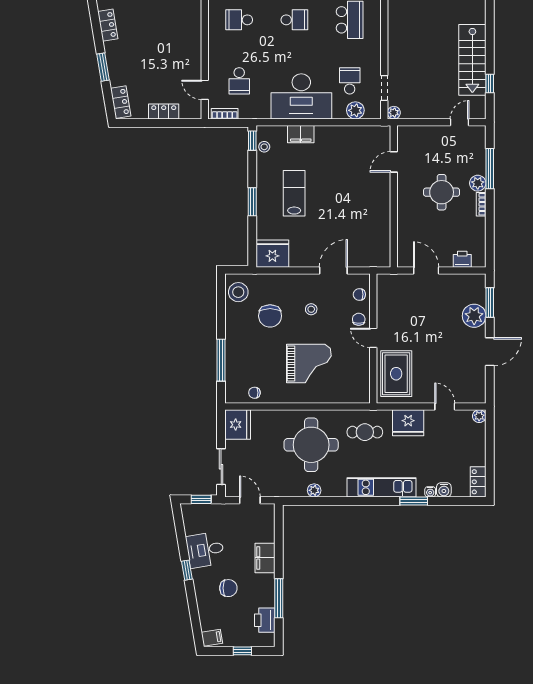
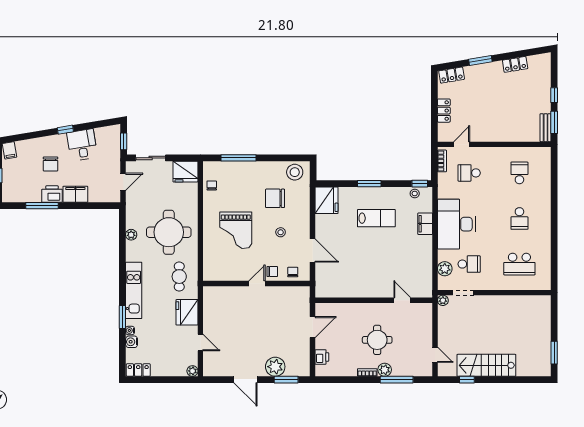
rug: (396, 374) -> (227, 302), removed
door: (445, 406) -> (200, 342), hinge flipped
printer: (265, 620) -> (52, 194), moved

